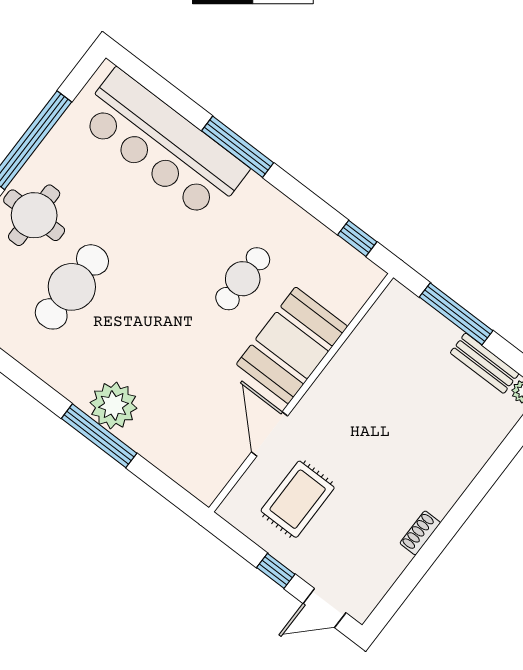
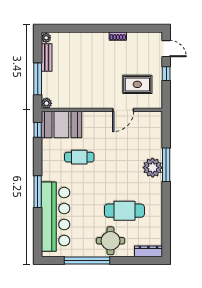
plant: (396, 295) -> (47, 103), added
booth: (292, 345) -> (61, 125), moved

